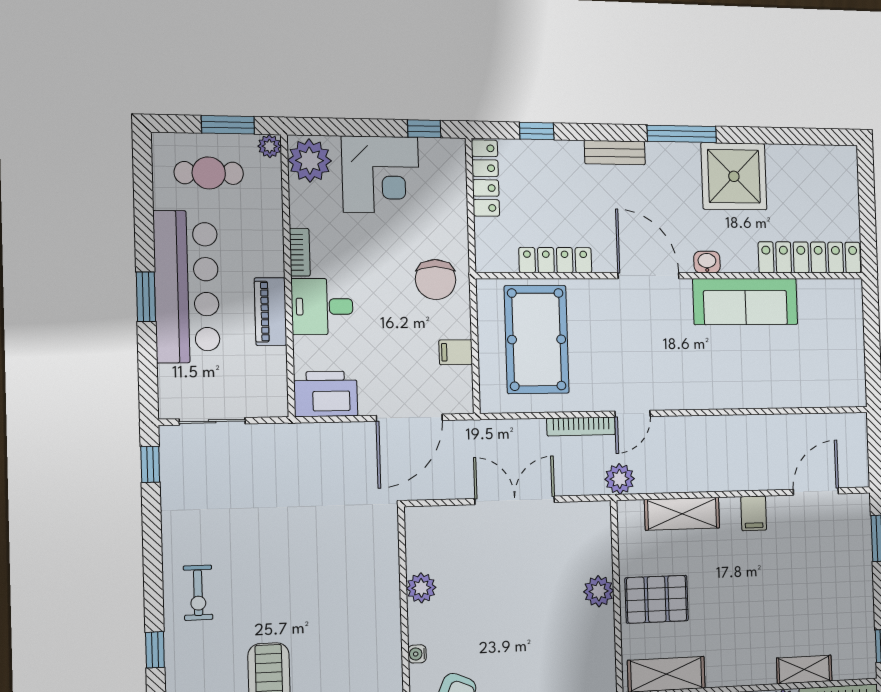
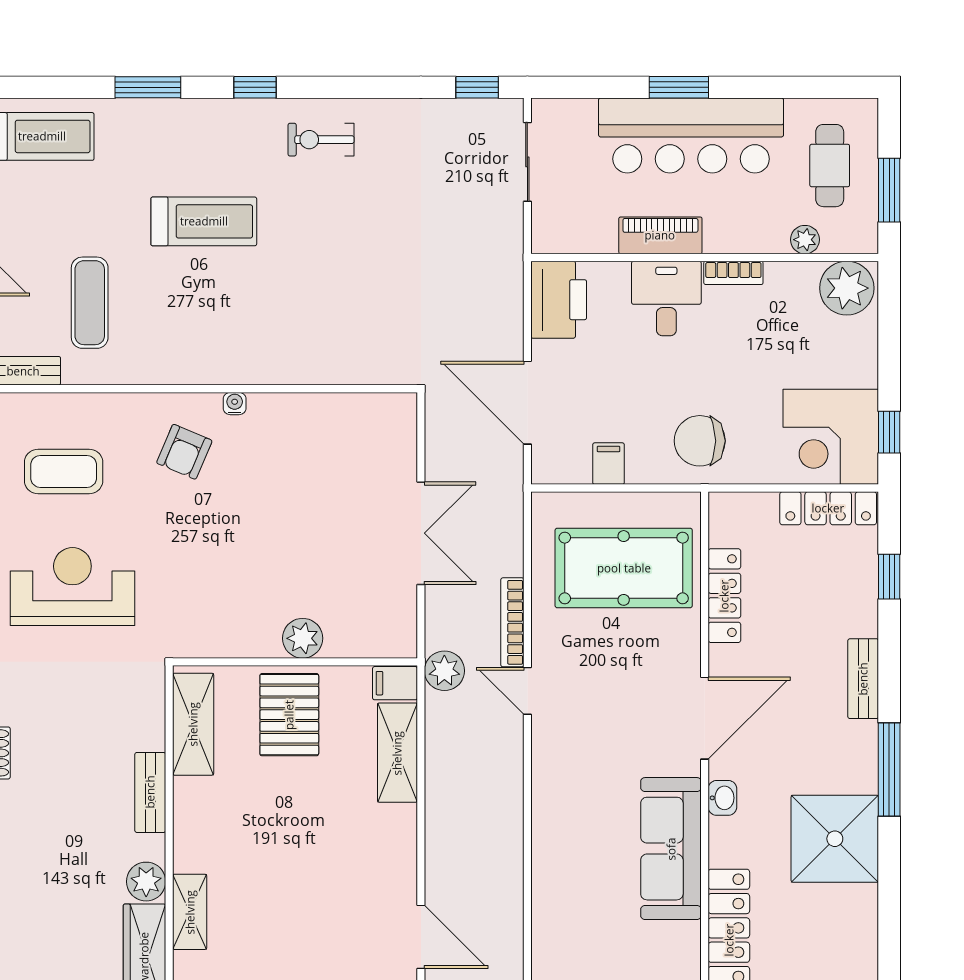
plant: (270, 146) -> (805, 240), moved
corner desk: (381, 174) -> (831, 437), moved
filing cabinet: (754, 513) -> (395, 683), moved
plant: (421, 588) -> (316, 411), removed

